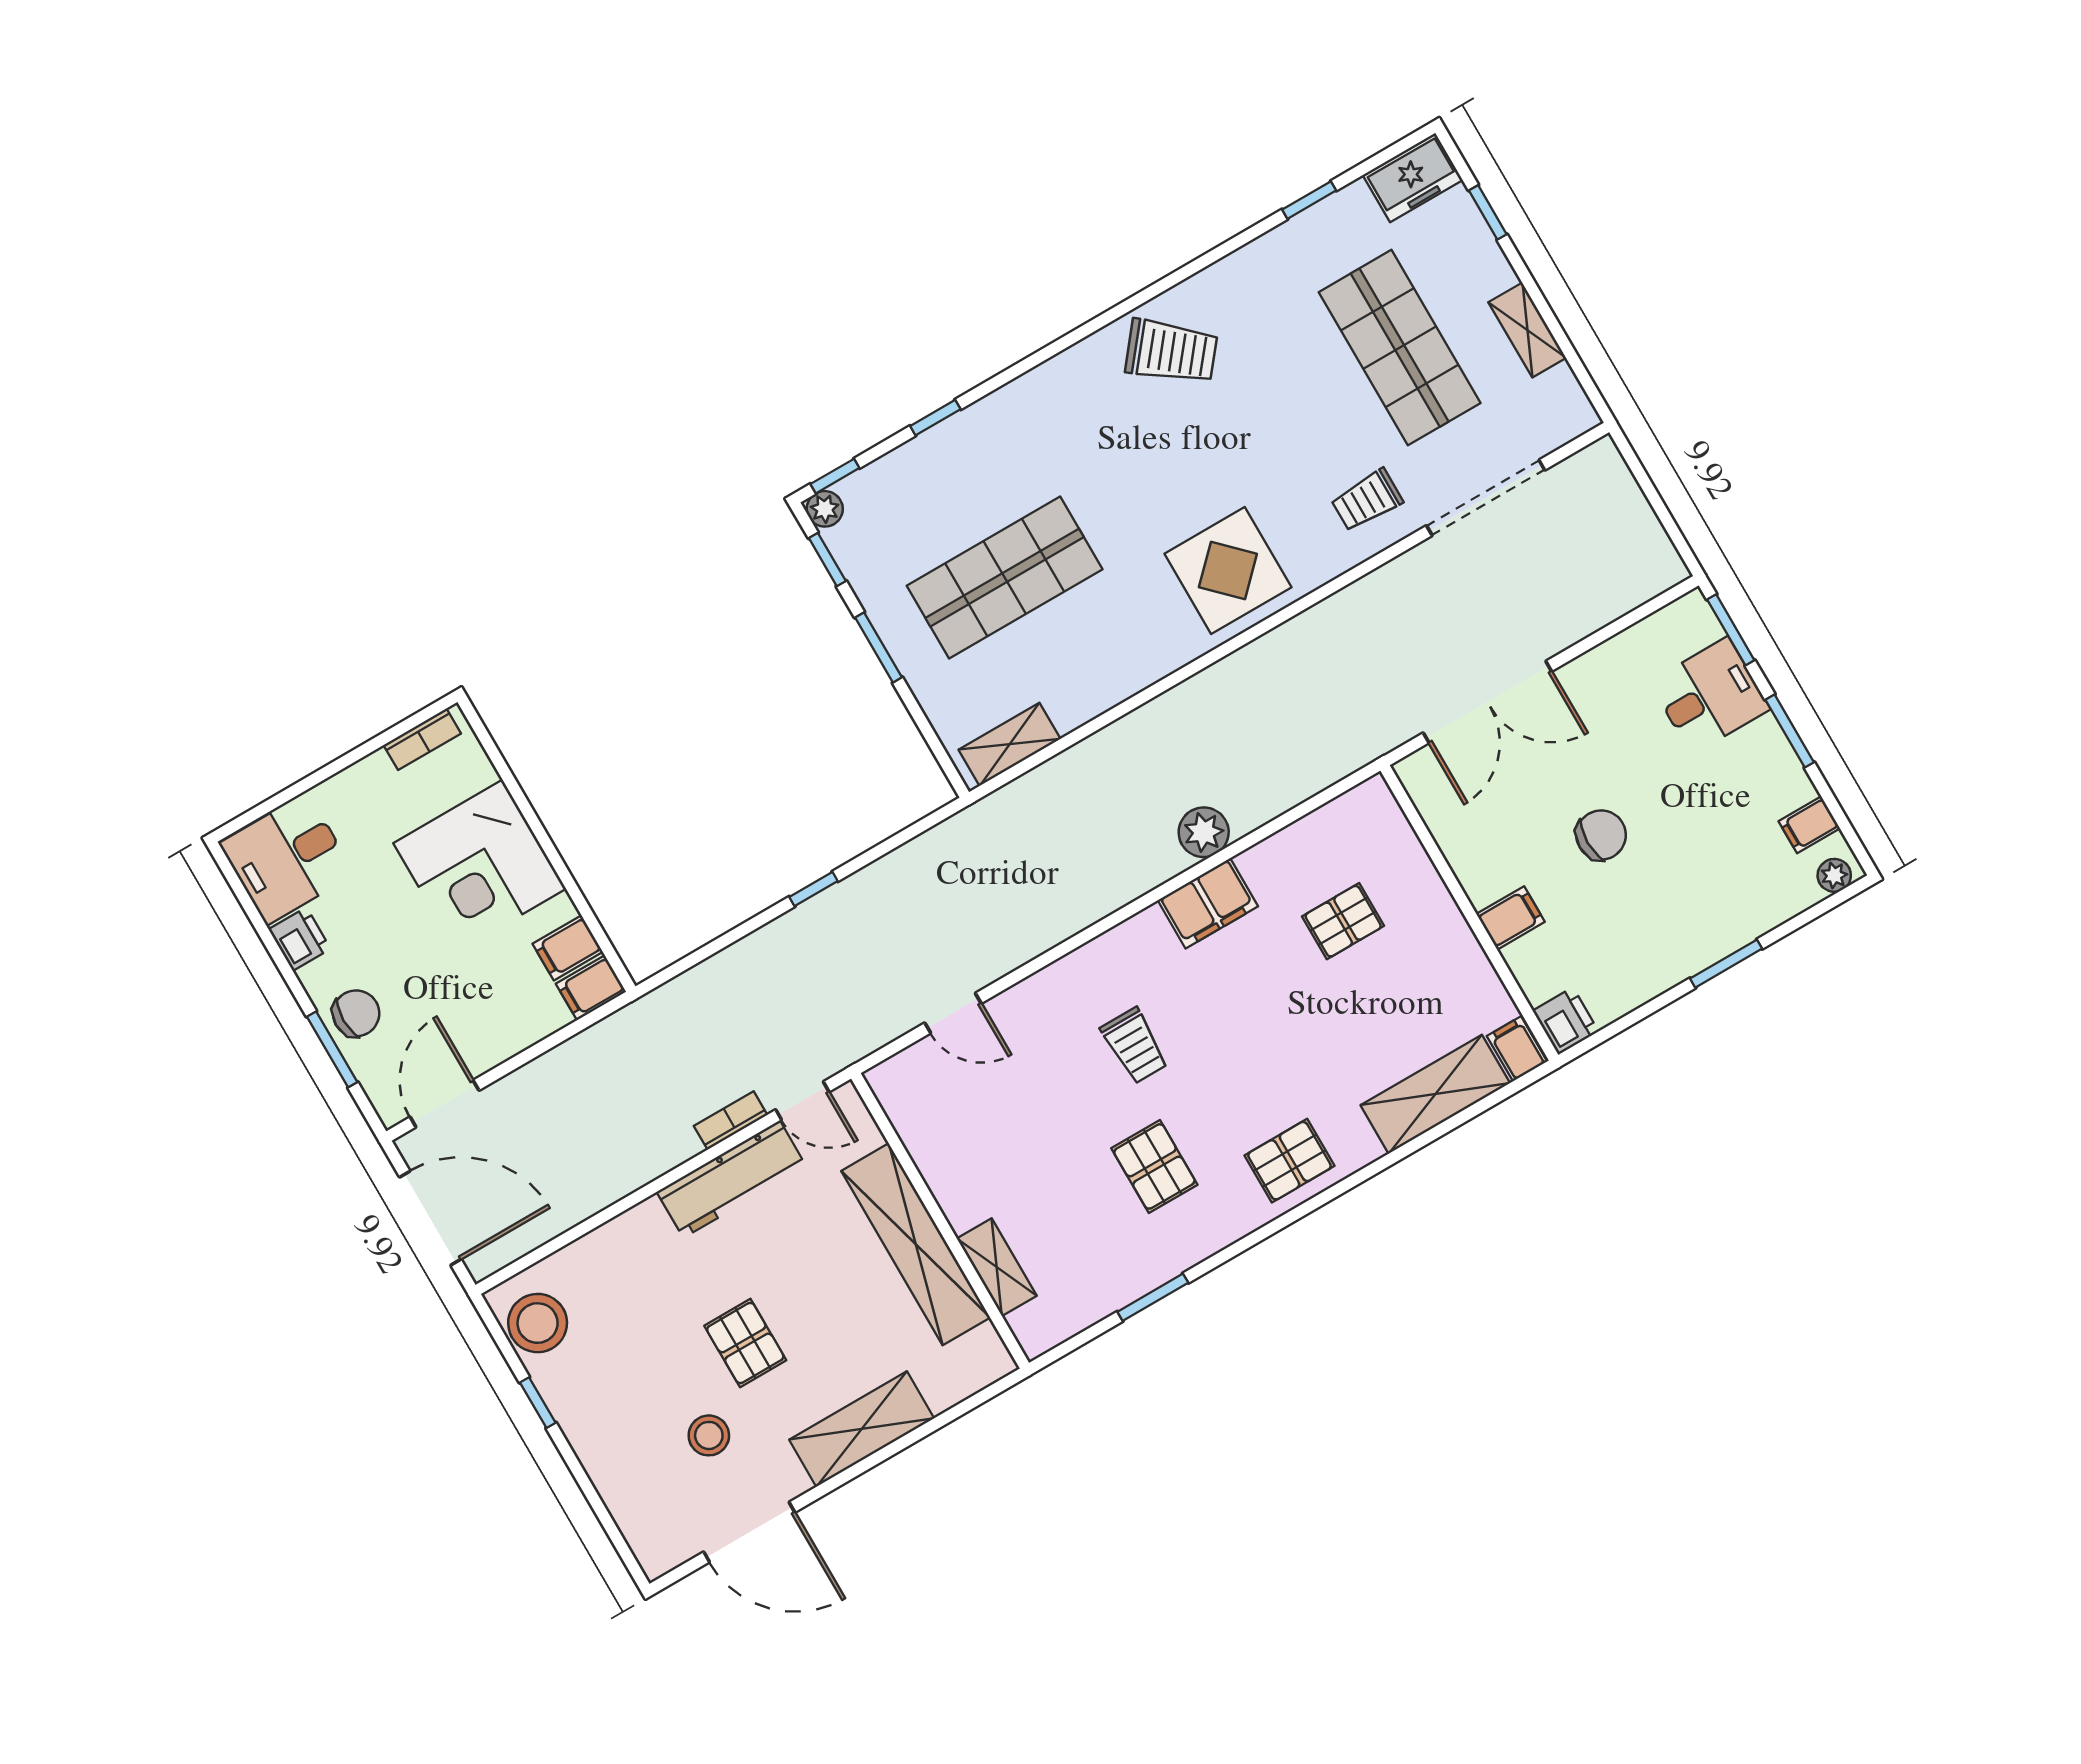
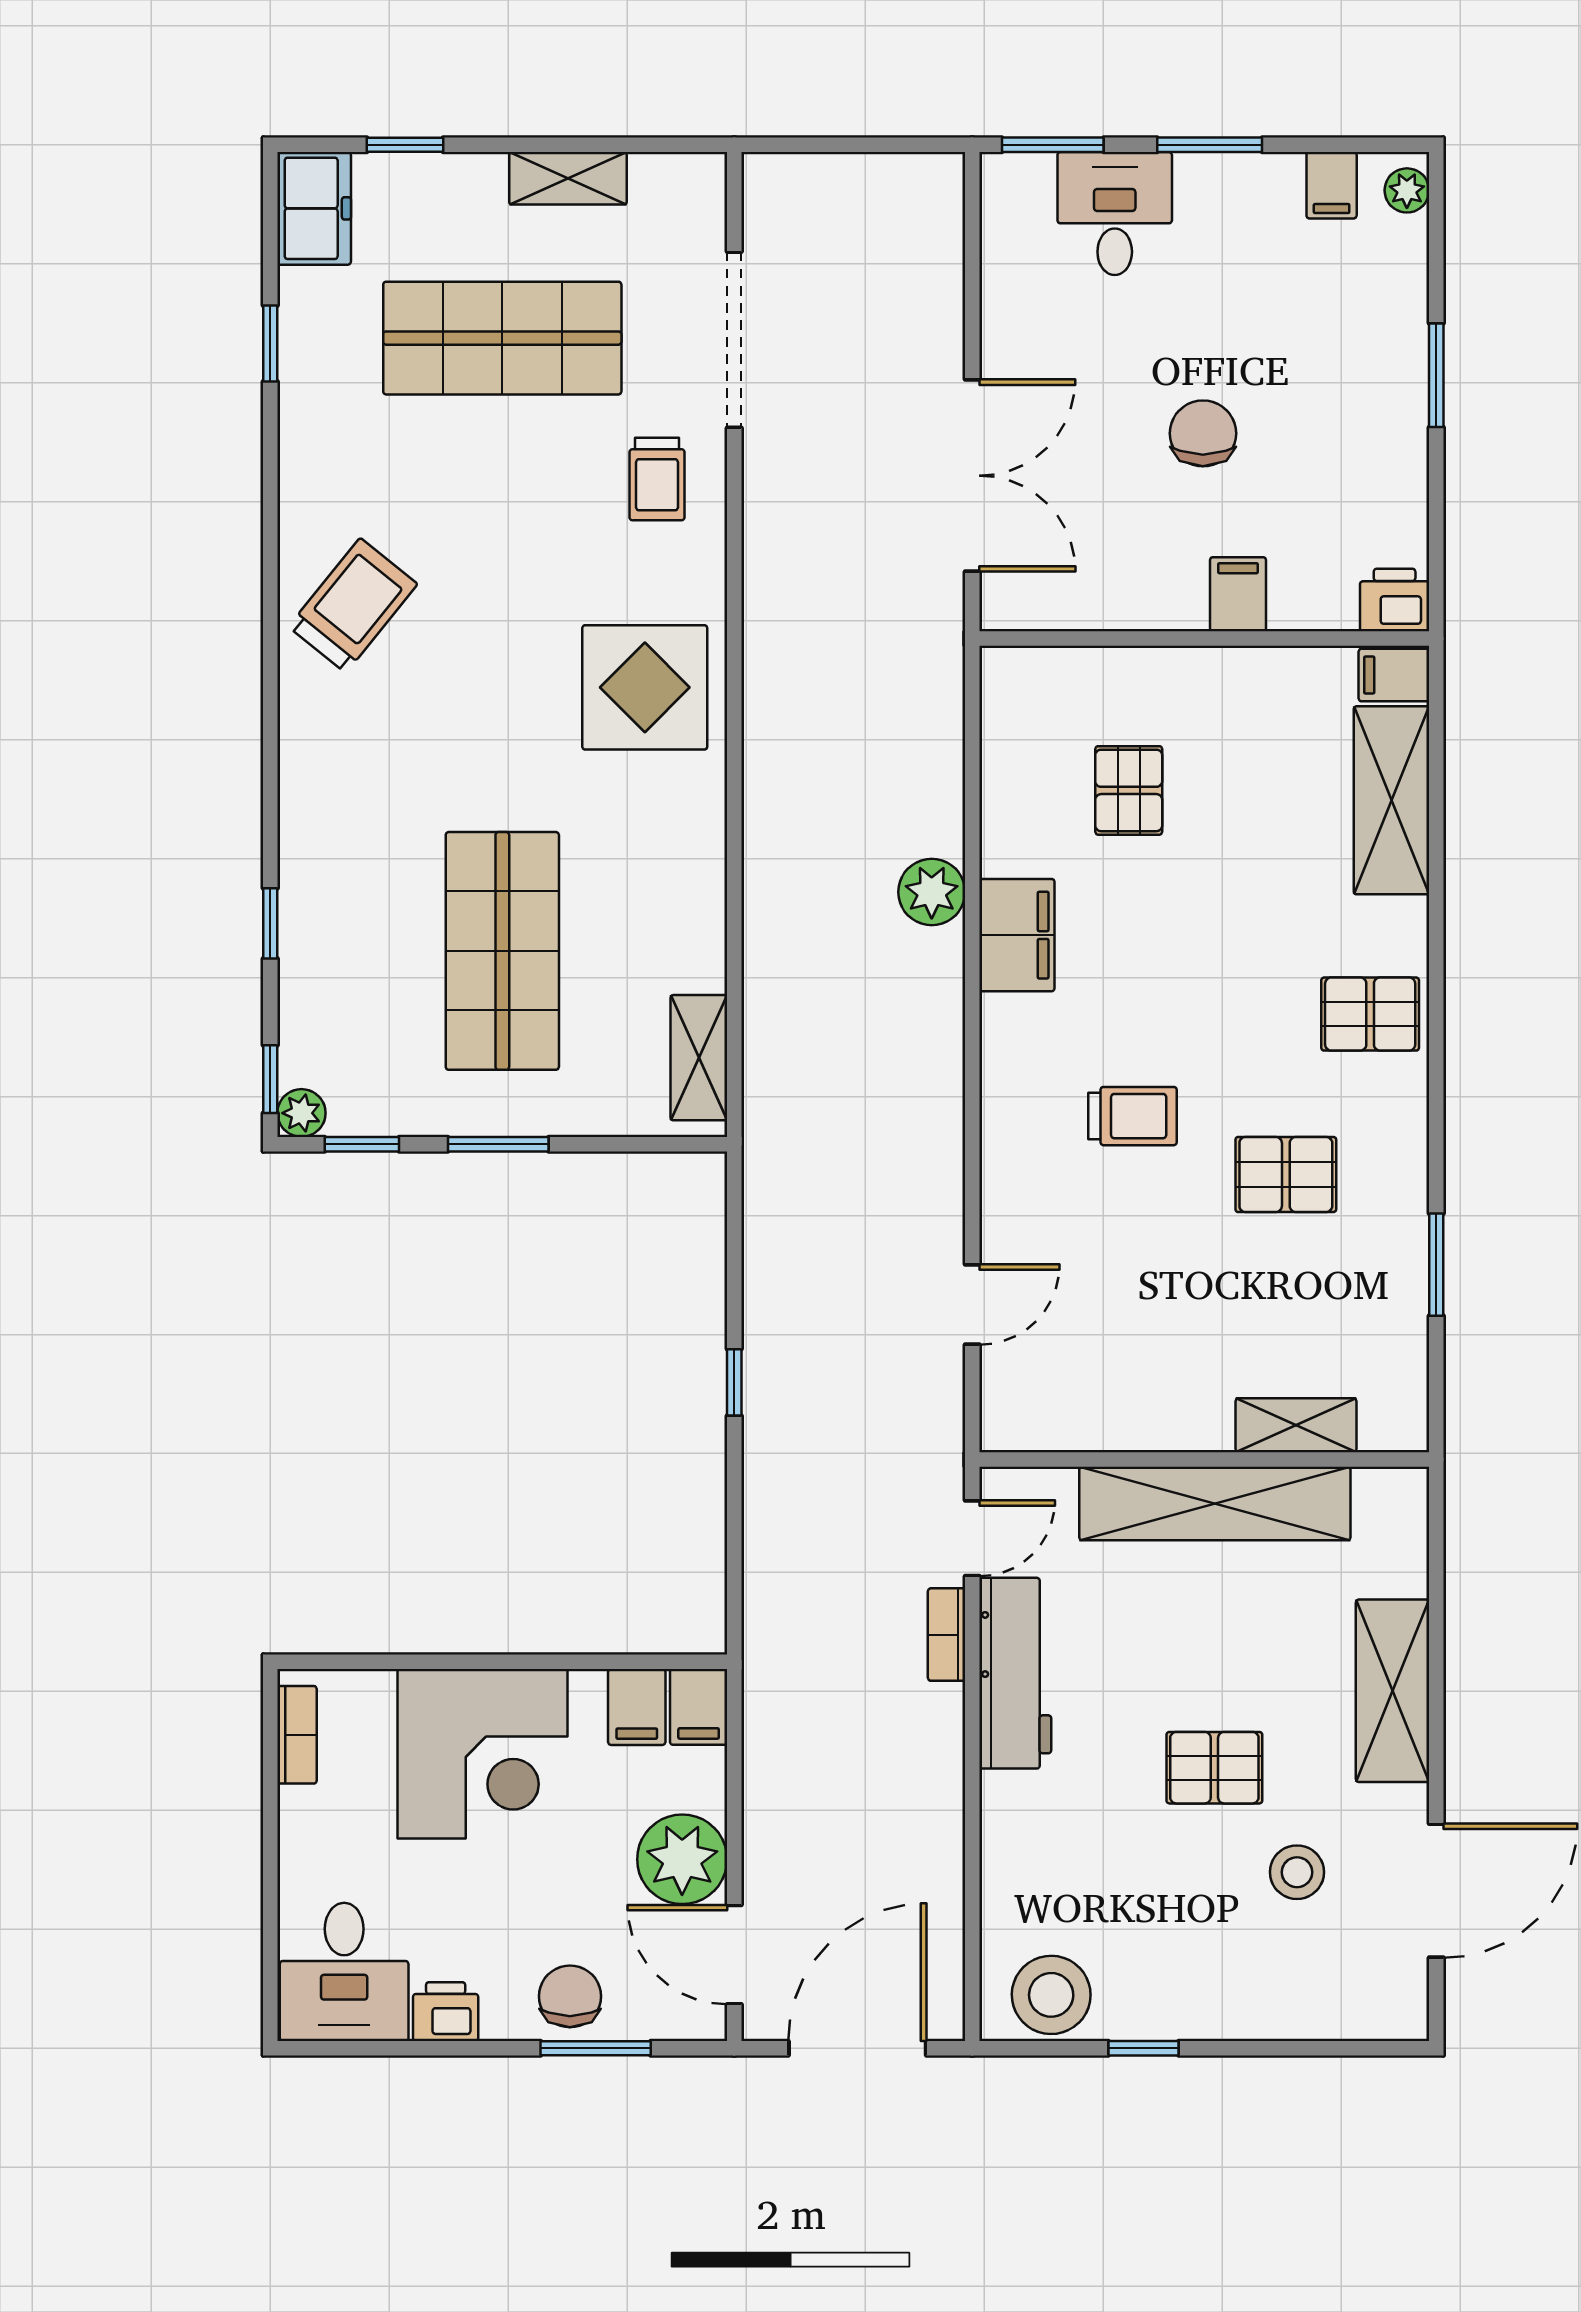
plant: (487, 1034) -> (682, 1859), added
pallet: (1290, 1161) -> (1370, 1014), turned 90

